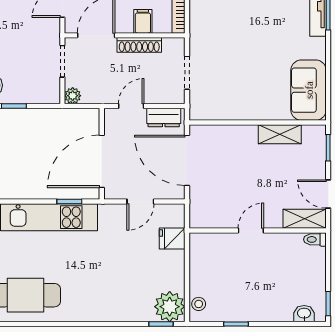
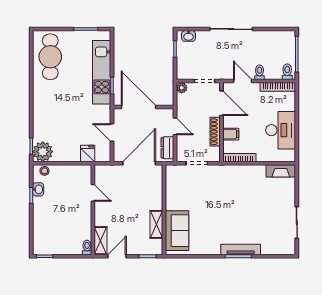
sofa: (309, 90) -> (177, 231), moved, turned 90
door: (251, 231) -> (93, 193), moved
washbasin: (304, 314) -> (38, 189), moved

